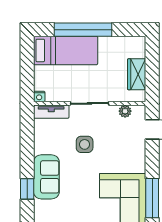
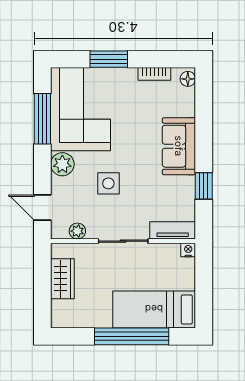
side table: (85, 144) -> (108, 183), moved
plant: (137, 163) -> (62, 164), added
window: (27, 189) -> (204, 186), moved

